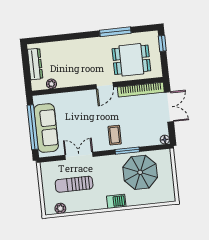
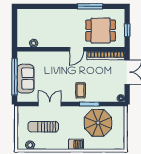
window: (162, 43) -> (127, 30), moved
dresser: (35, 64) -> (22, 26), removed
sofa: (46, 128) -> (25, 79), width x0.73

